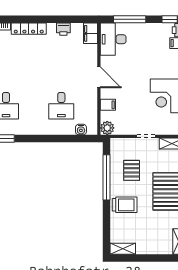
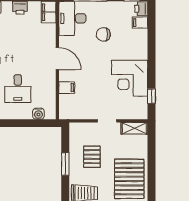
chair: (142, 54) -> (103, 34), added
plant: (107, 128) -> (66, 112), removed
window: (106, 177) -> (65, 164), width x0.47

